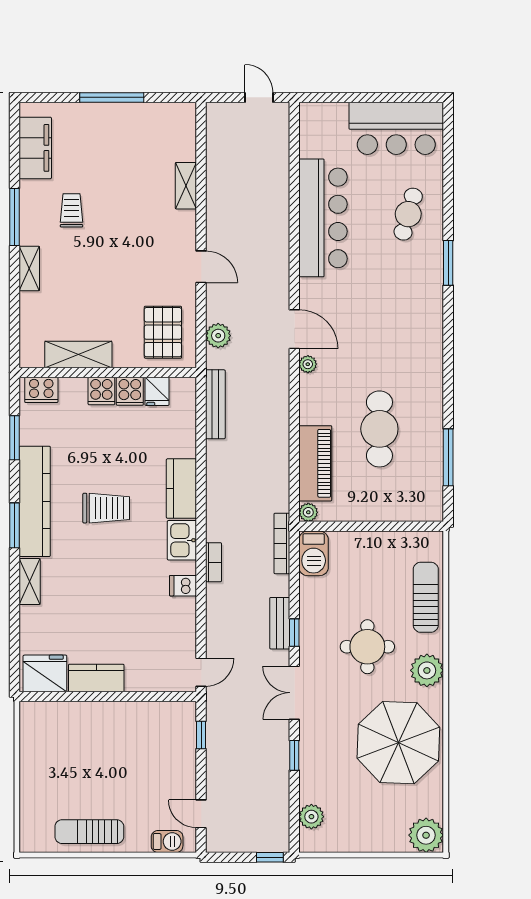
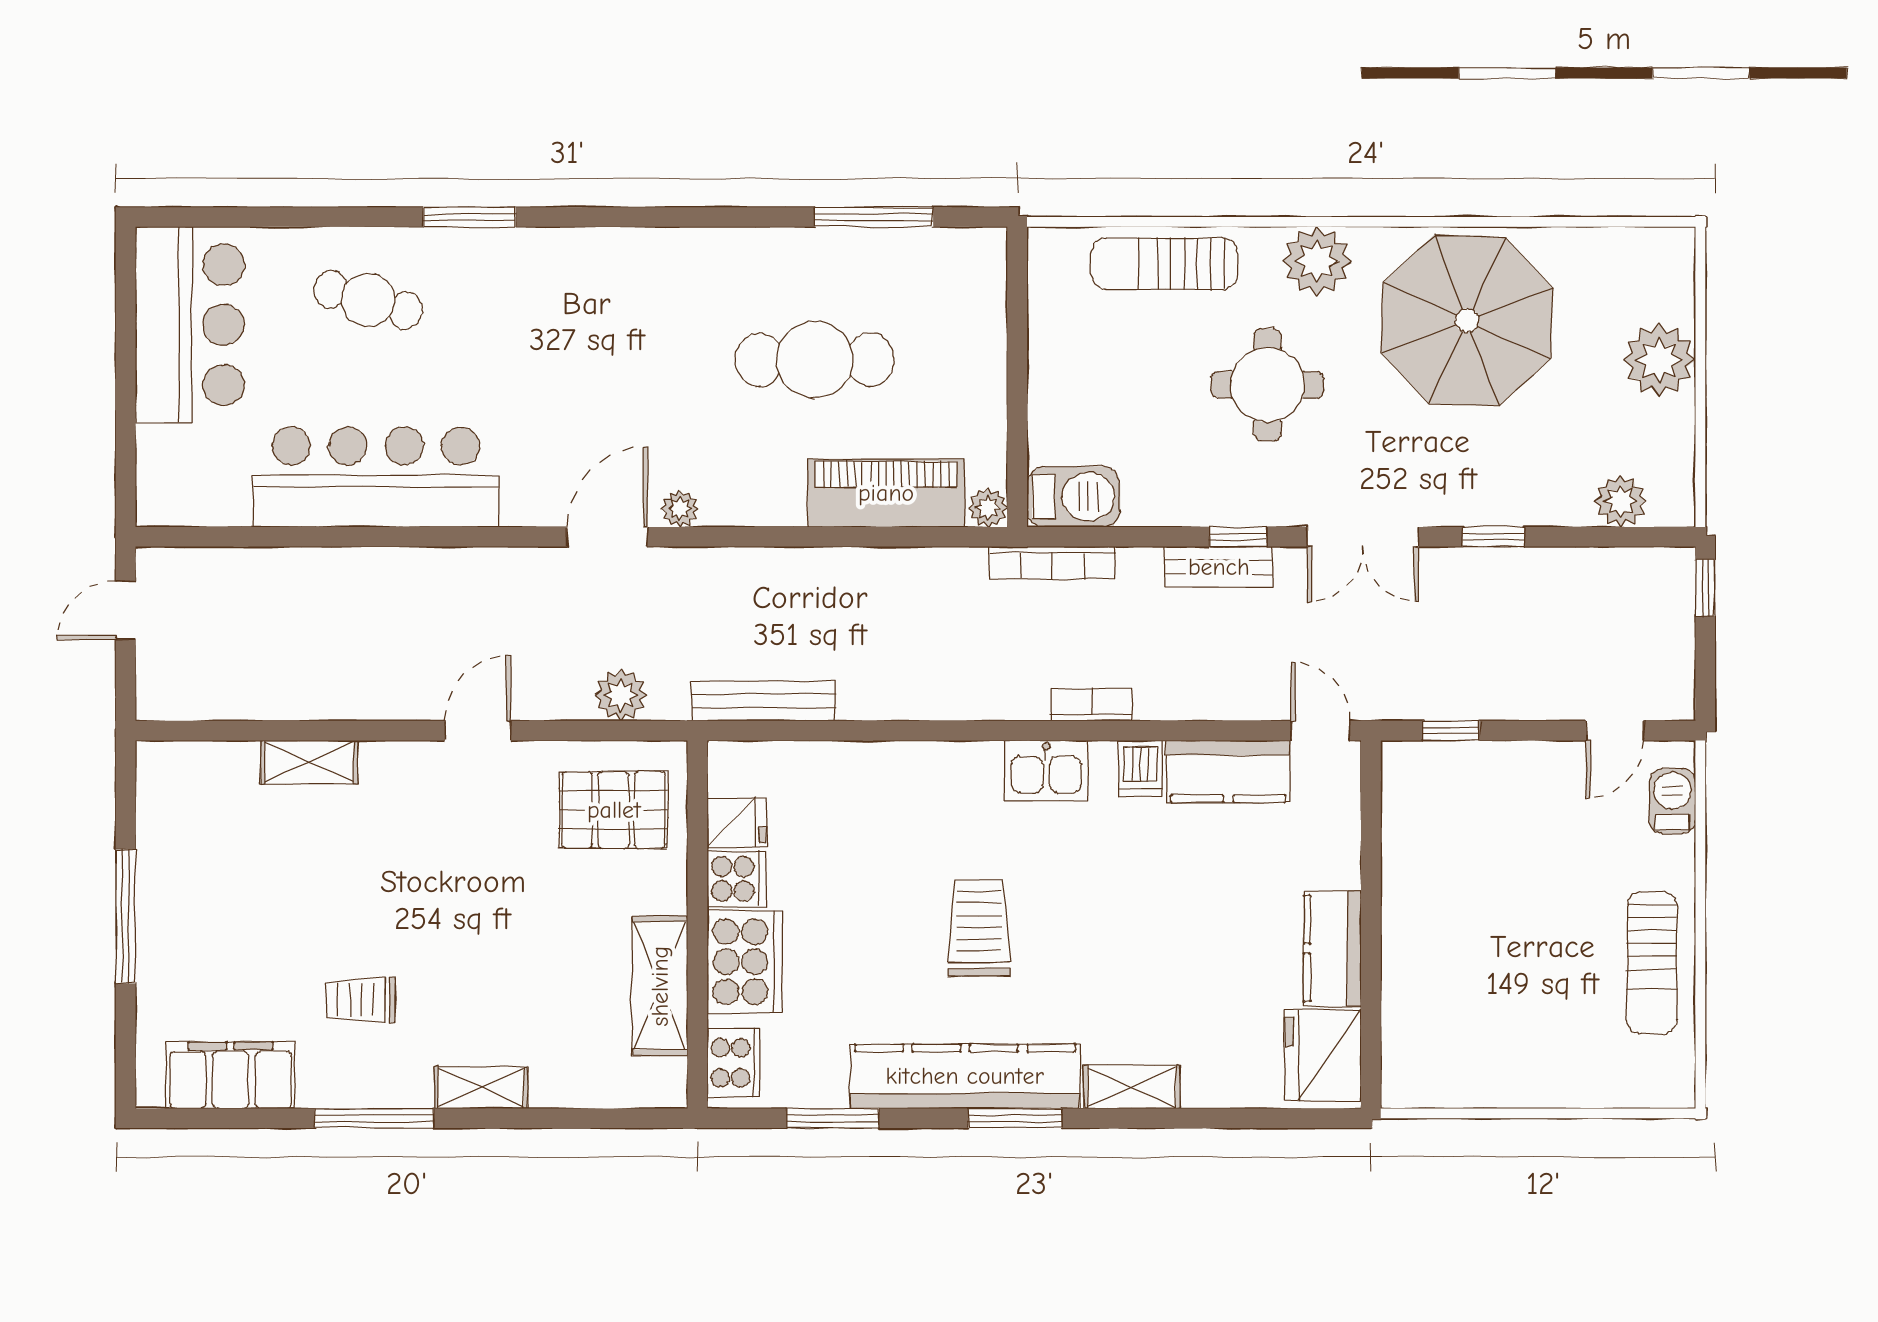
cooker: (101, 391) -> (745, 962), width x1.87, depth x1.31
kitchen counter: (181, 489) -> (1228, 771), moved
plant: (426, 835) -> (1659, 360), moved

